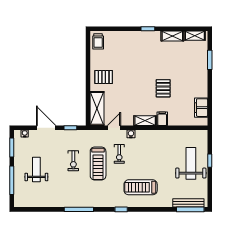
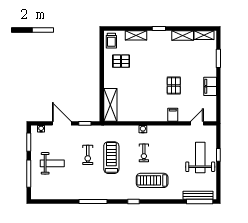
pallet: (104, 77) -> (121, 61), moved
filing cabinet: (201, 108) -> (210, 86), moved
shelving: (145, 121) -> (136, 35), moved
door: (114, 128) -> (197, 123), moved
exercise bike: (119, 154) -> (144, 153), moved
treadmill: (98, 164) -> (111, 158), turned 180
weight bench: (36, 170) -> (52, 163), turned 90

